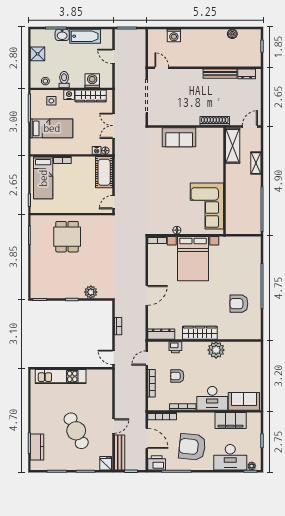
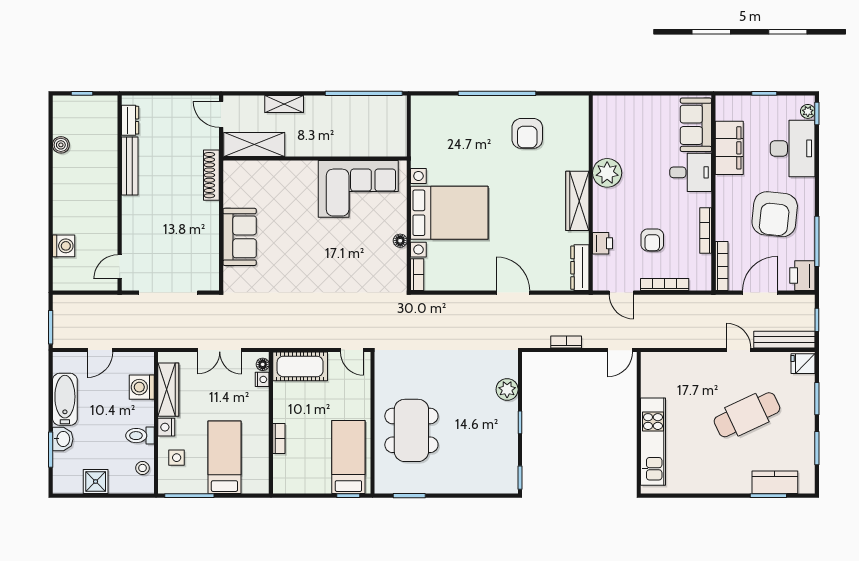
bed: (43, 178) -> (348, 457), moved, turned -90
dining table: (67, 237) -> (411, 430), width x1.37
desk: (212, 398) -> (691, 172), width x0.73

